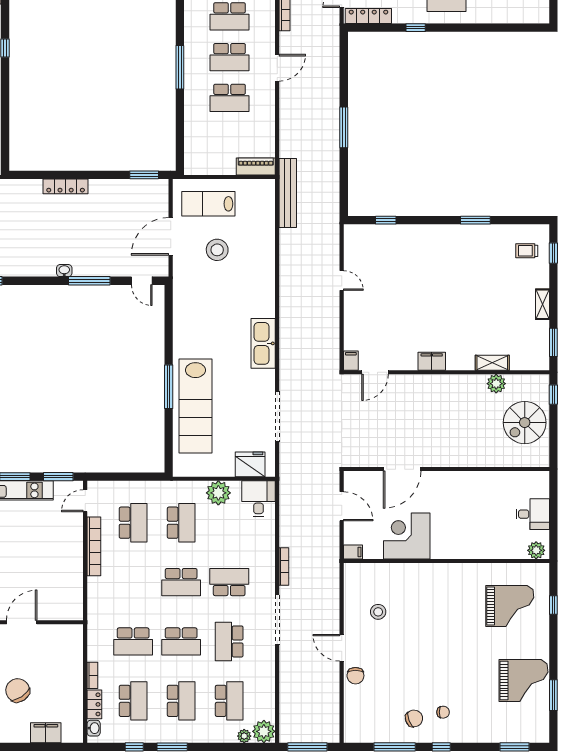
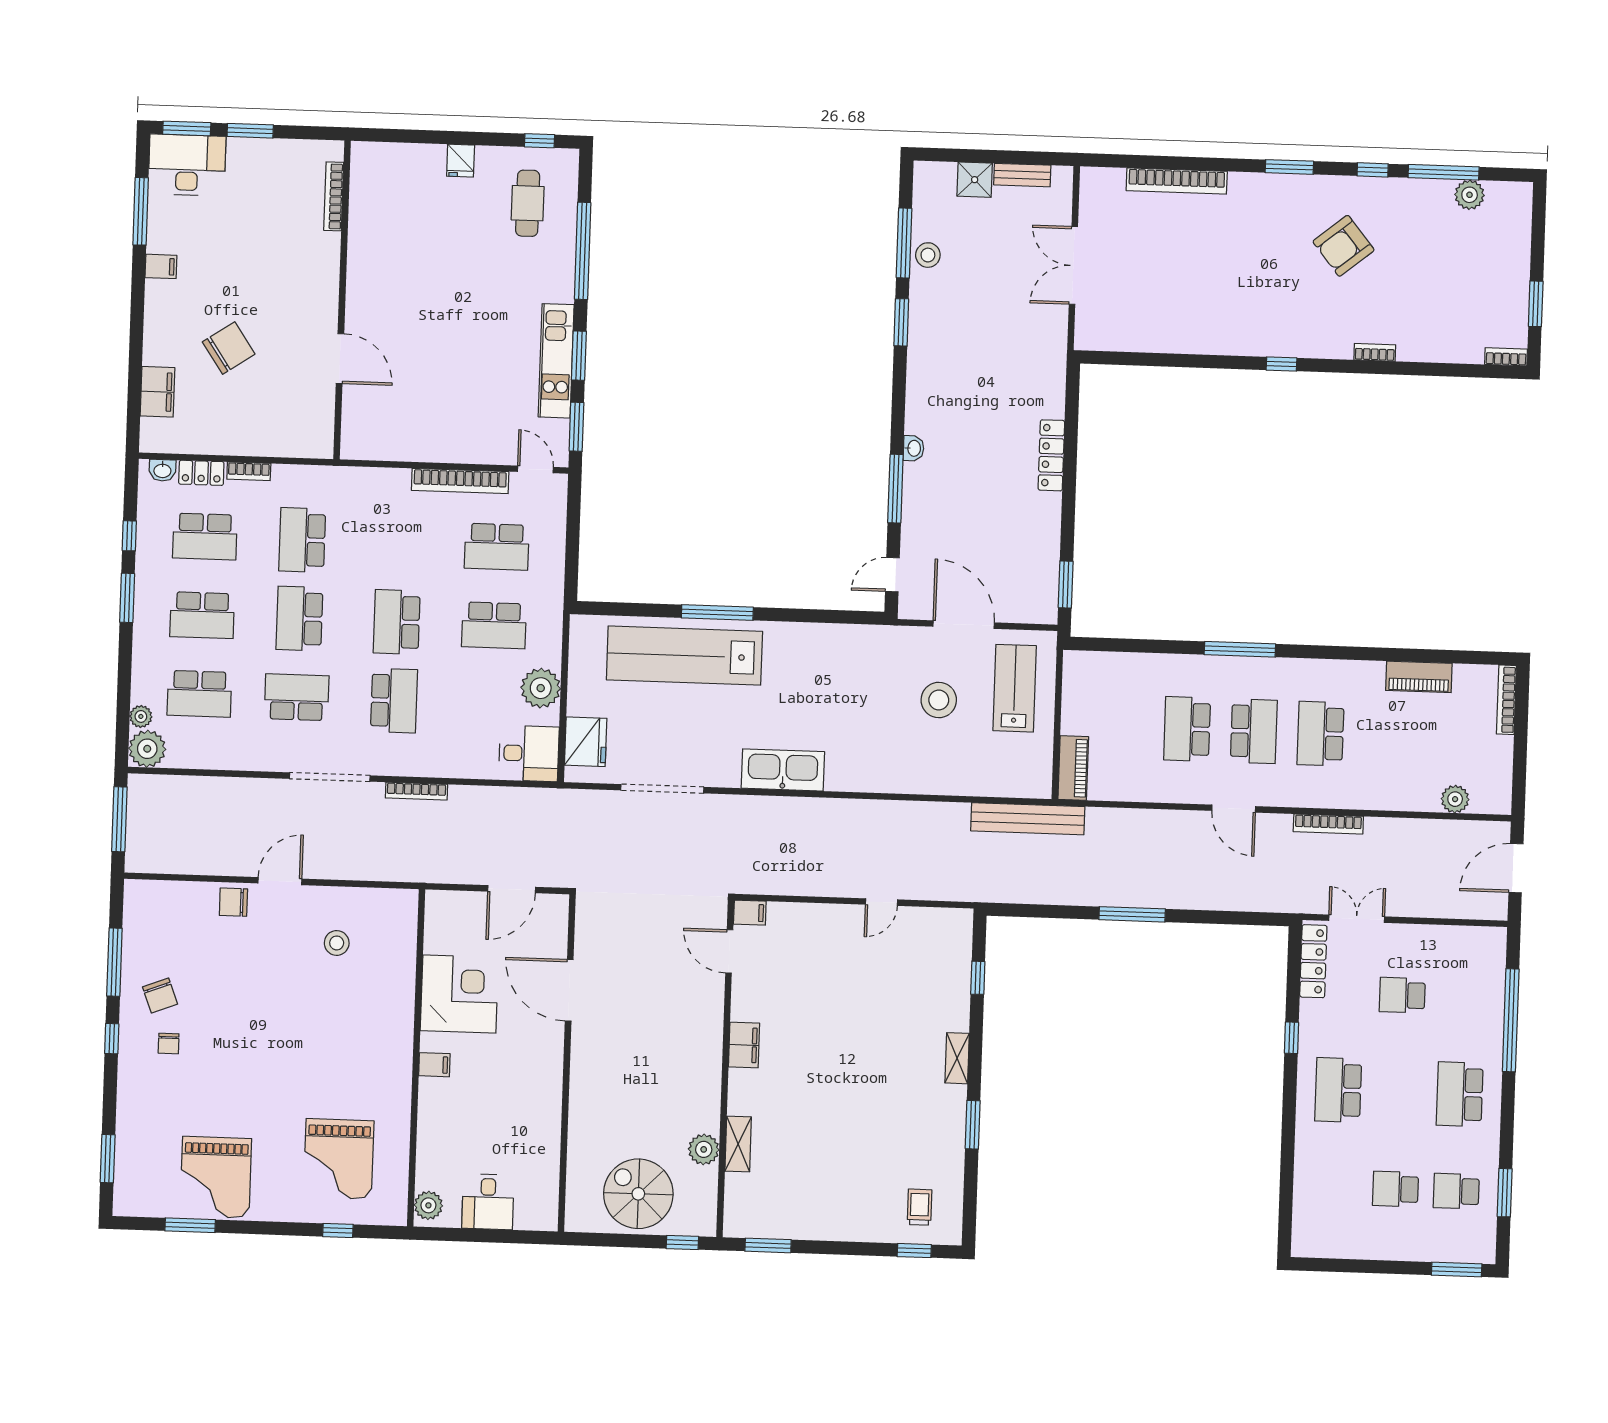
school desk: (230, 57) -> (1254, 731), turned 180
shelving: (542, 304) -> (957, 1058), moved, turned 90
filing cabinet: (353, 552) -> (434, 1065), moved, turned -90

